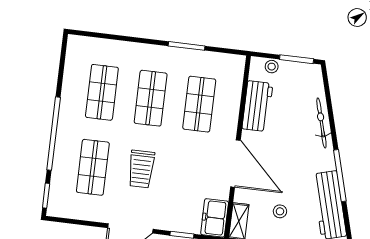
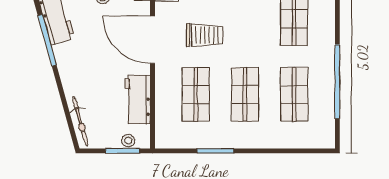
window: (297, 59) -> (123, 151), moved
bicycle: (321, 123) -> (80, 121), moved
window: (54, 134) -> (337, 82), moved
trolley: (141, 169) -> (205, 35), moved, turned 90

